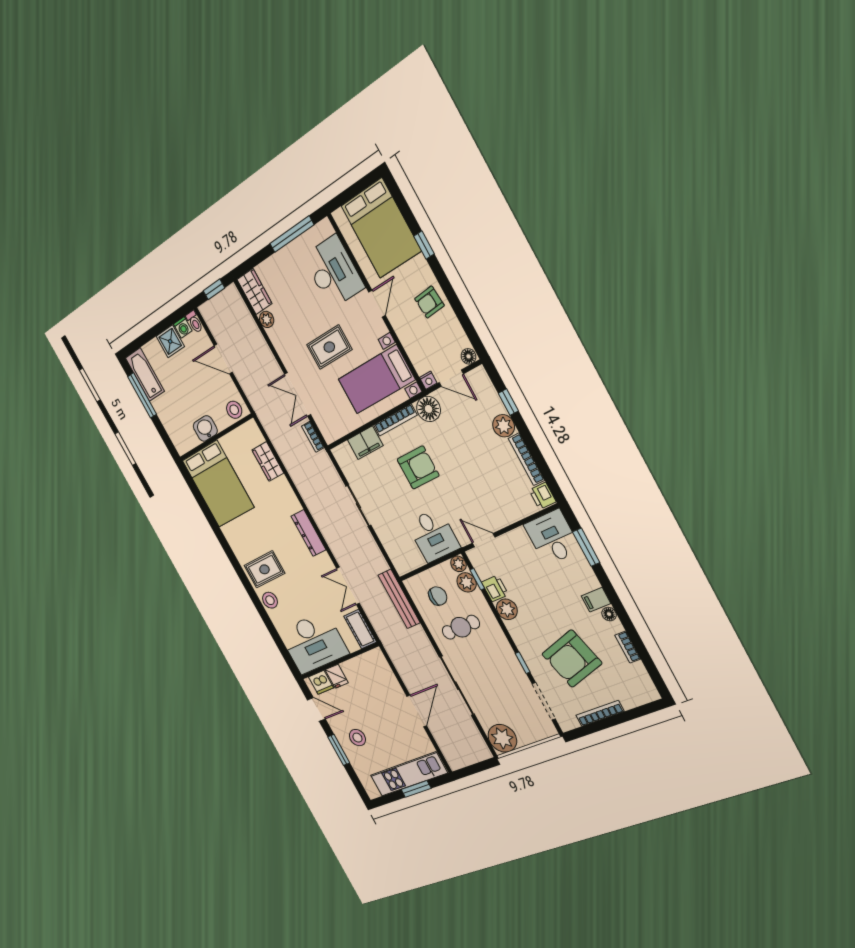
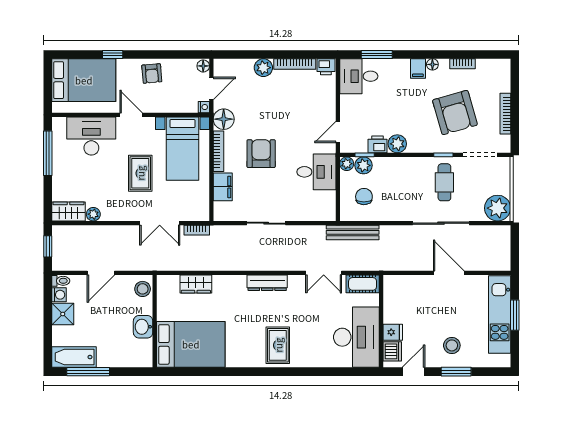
window: (508, 402) -> (249, 54), removed
stool: (270, 600) -> (305, 357), removed
cafe table: (461, 627) -> (444, 182), moved

